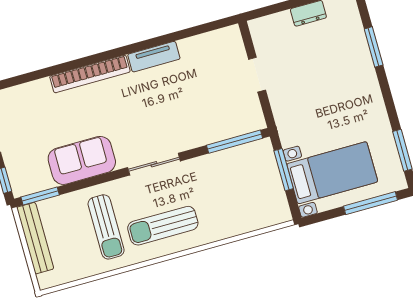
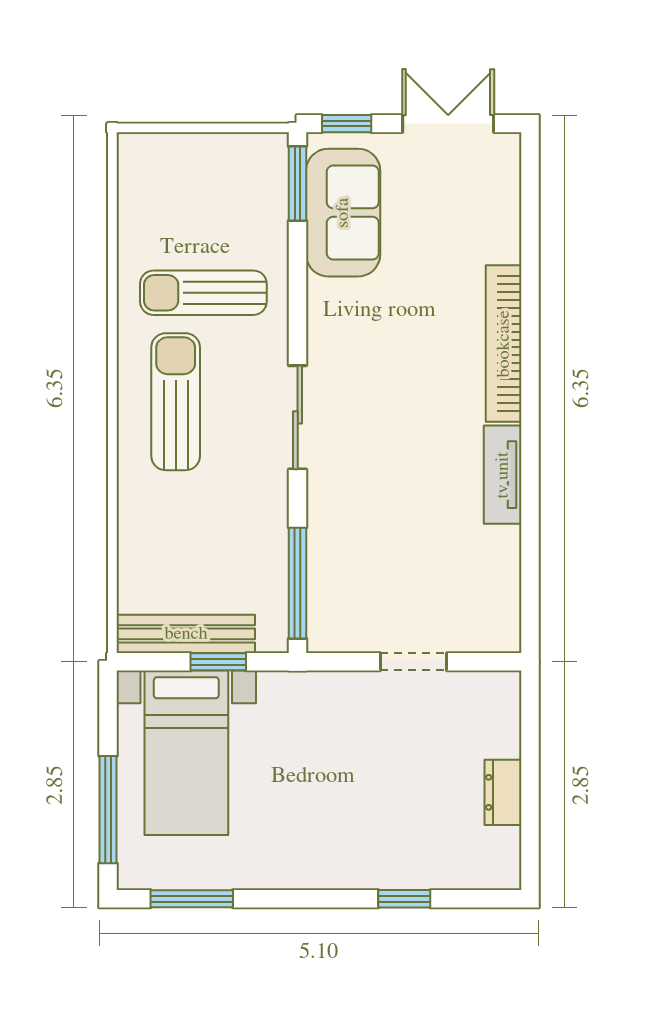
window: (374, 47) -> (404, 899), width x0.67
sofa: (82, 160) -> (343, 213), moved
window: (284, 170) -> (218, 662), width x0.67
bench: (35, 238) -> (186, 634), moved

